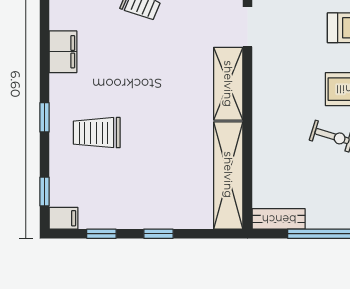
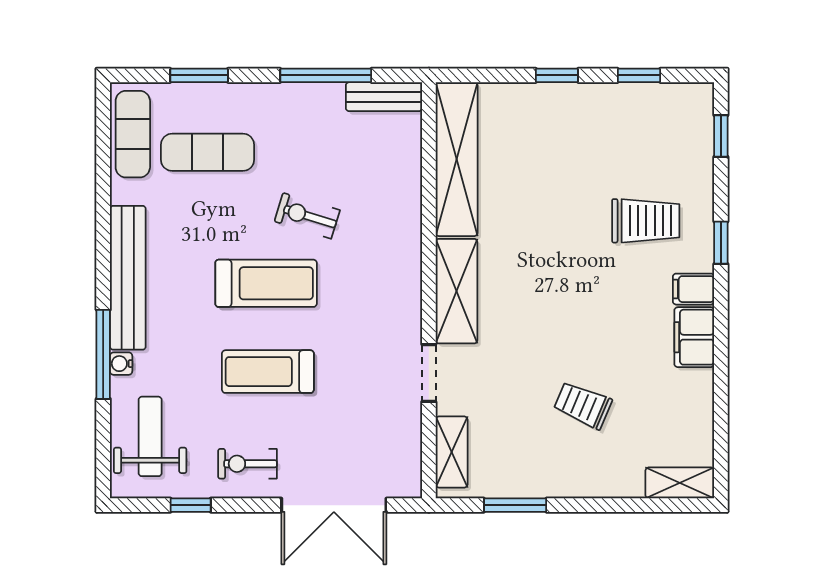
filing cabinet: (64, 218) -> (693, 289), moved

